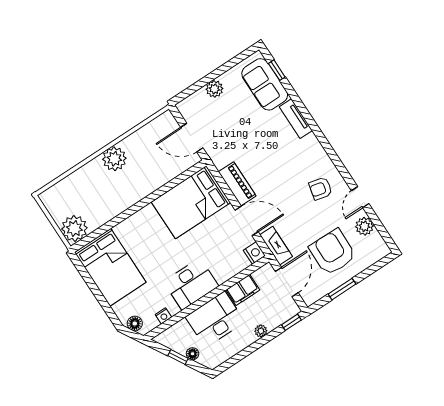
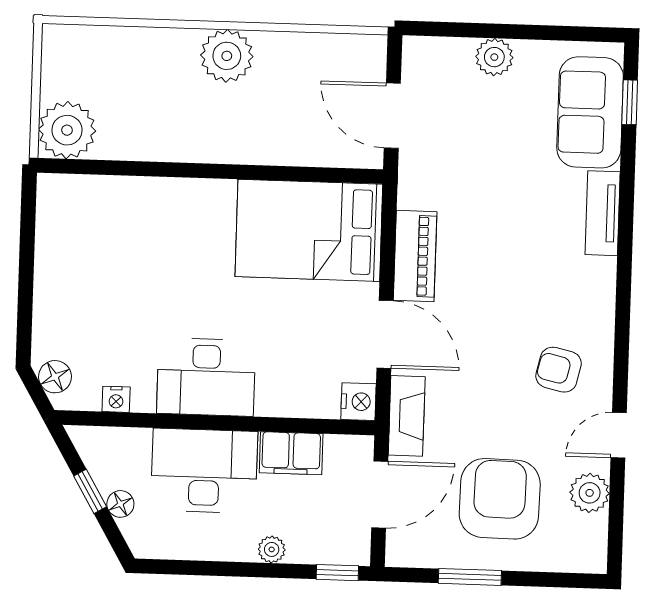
bed: (110, 267) -> (82, 245), removed

